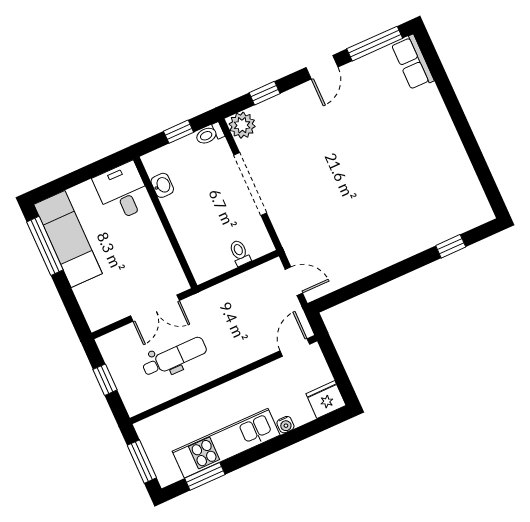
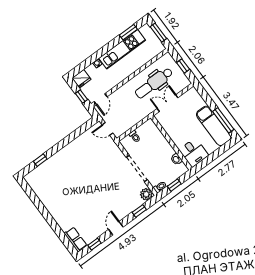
window: (375, 44) -> (94, 244), width x0.46
dental chair: (174, 357) -> (154, 83), width x1.36, depth x1.38
window: (334, 362) -> (81, 96), added

